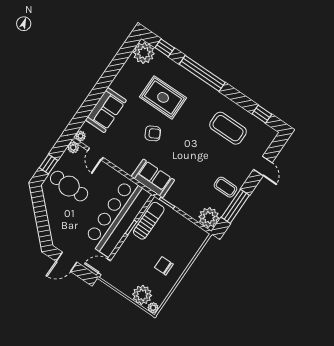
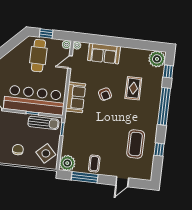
rug: (163, 97) -> (133, 88), width x0.73, depth x0.70
window: (262, 114) -> (159, 150), moved
sofa: (153, 178) -> (76, 97), moved
side table: (185, 236) -> (46, 153), added

